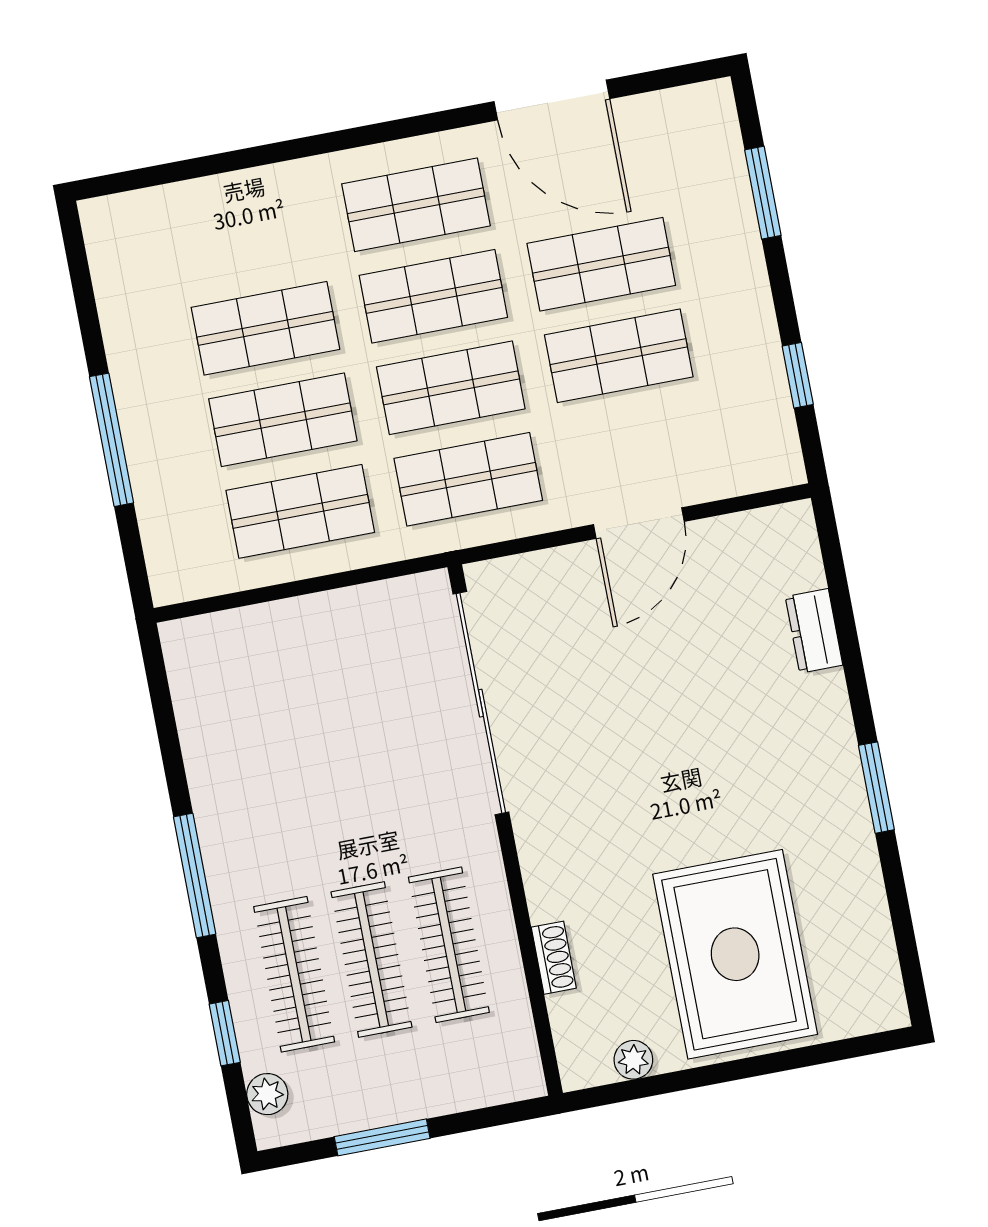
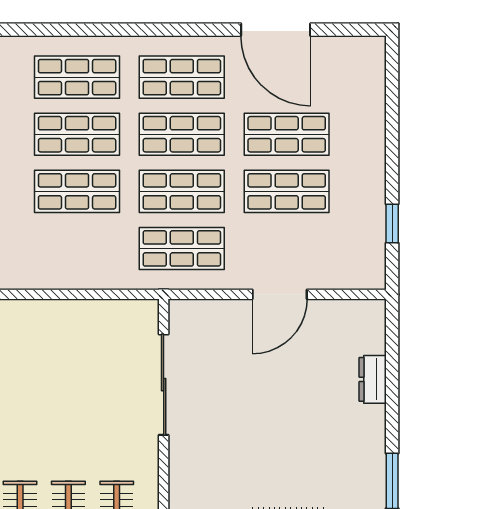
window: (763, 193) -> (392, 110), removed
shop shelf: (300, 511) -> (77, 77), moved
sliding door: (481, 703) -> (164, 385), width x0.73

